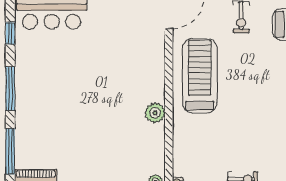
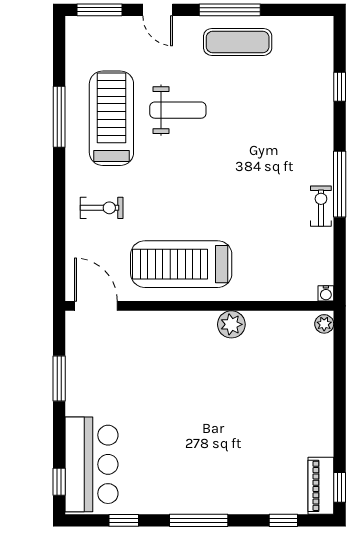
window: (10, 151) -> (283, 520), width x0.46

